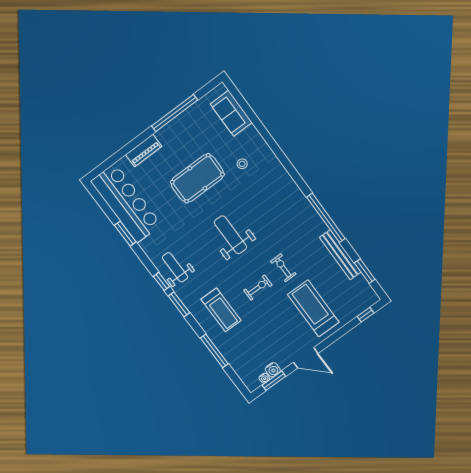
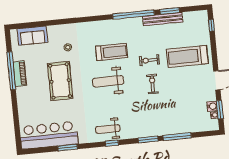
piano: (144, 150) -> (20, 74), moved
window: (365, 271) -> (170, 11), moved
window: (179, 304) -> (148, 140), moved
treadmill: (221, 310) -> (112, 52), moved

